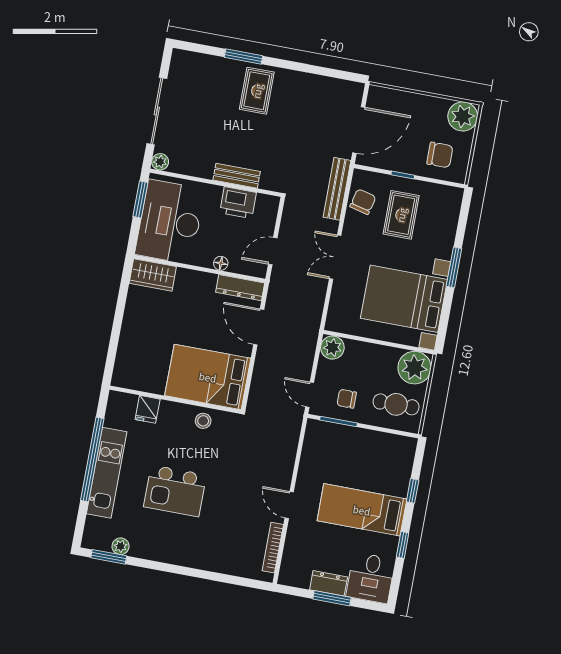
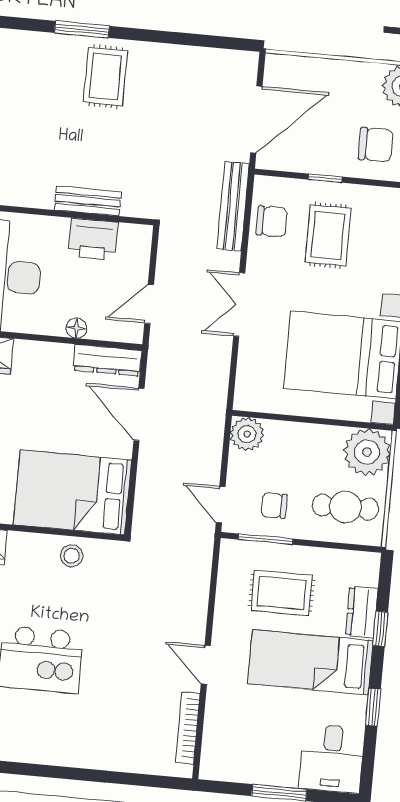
chair: (363, 202) -> (272, 221), turned 76
rug: (346, 460) -> (282, 593), added
dresser: (329, 583) -> (362, 612), moved, turned -90

